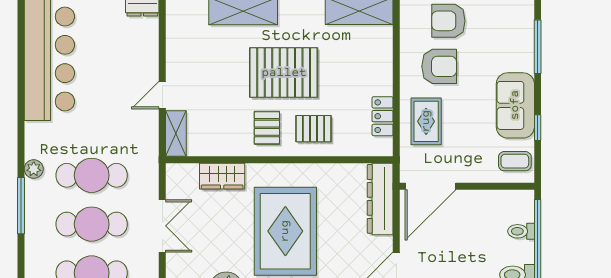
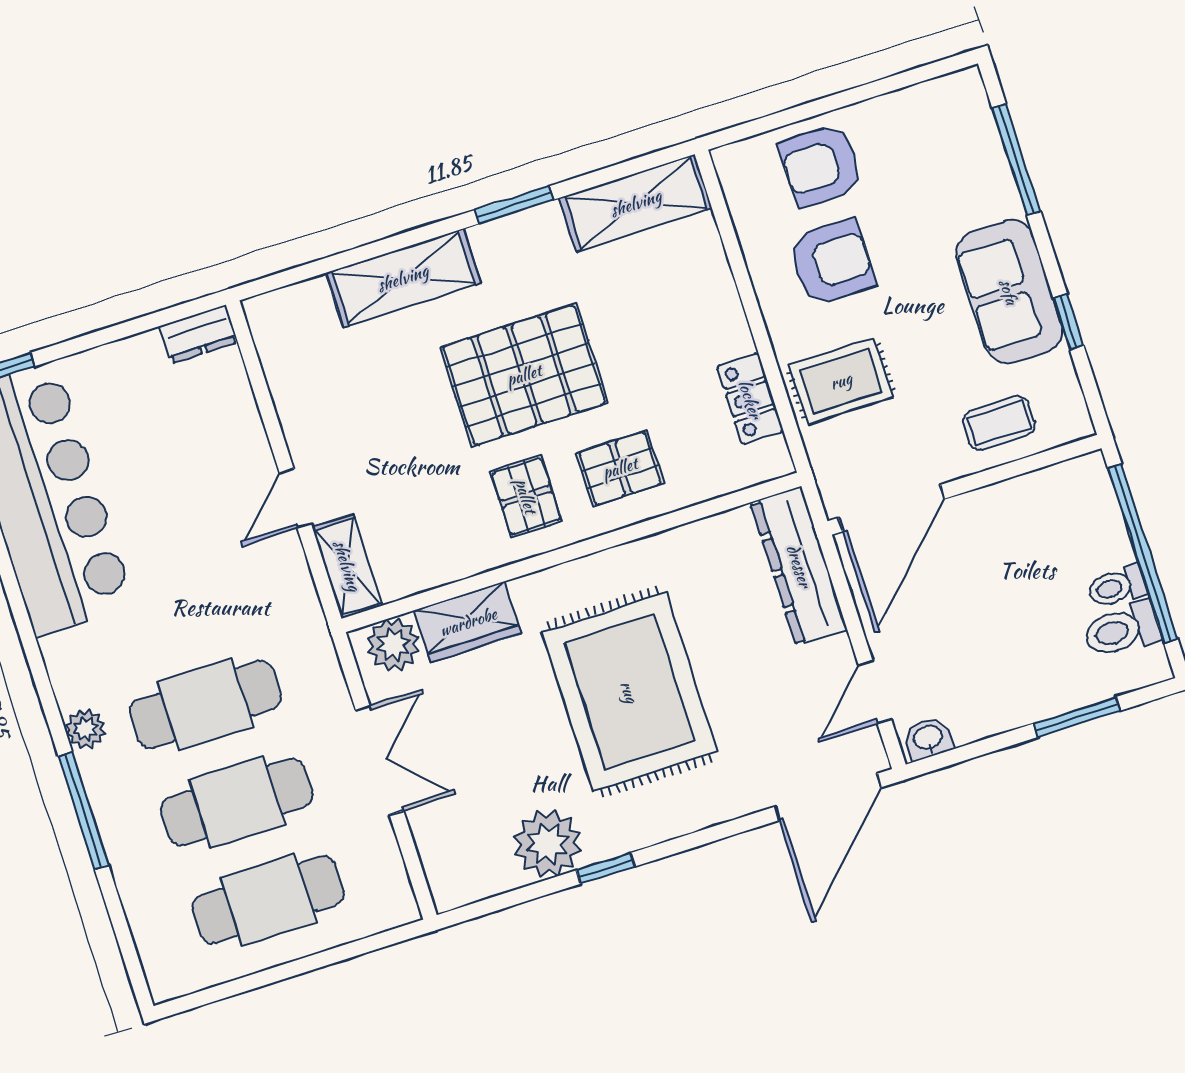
rug: (426, 121) -> (841, 381), turned 90
coffee table: (515, 161) -> (999, 423), moved
plant: (185, 176) -> (393, 645), added
toilet: (521, 231) -> (1117, 587), moved

